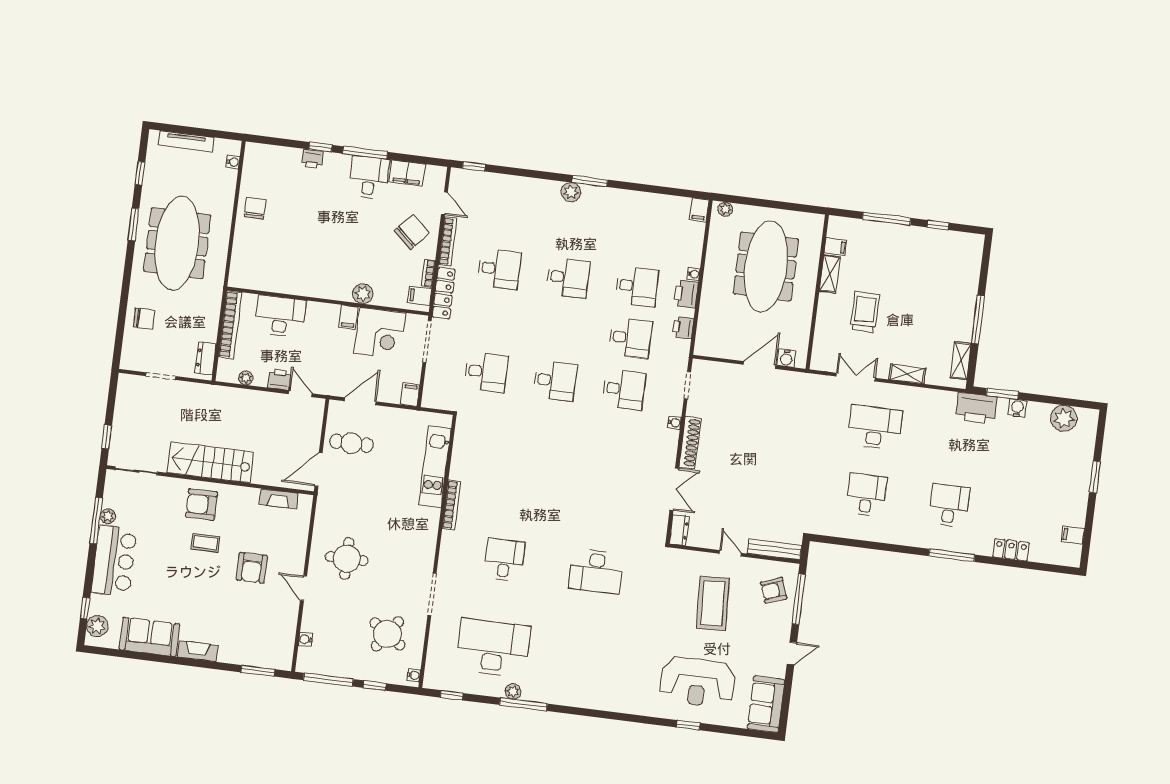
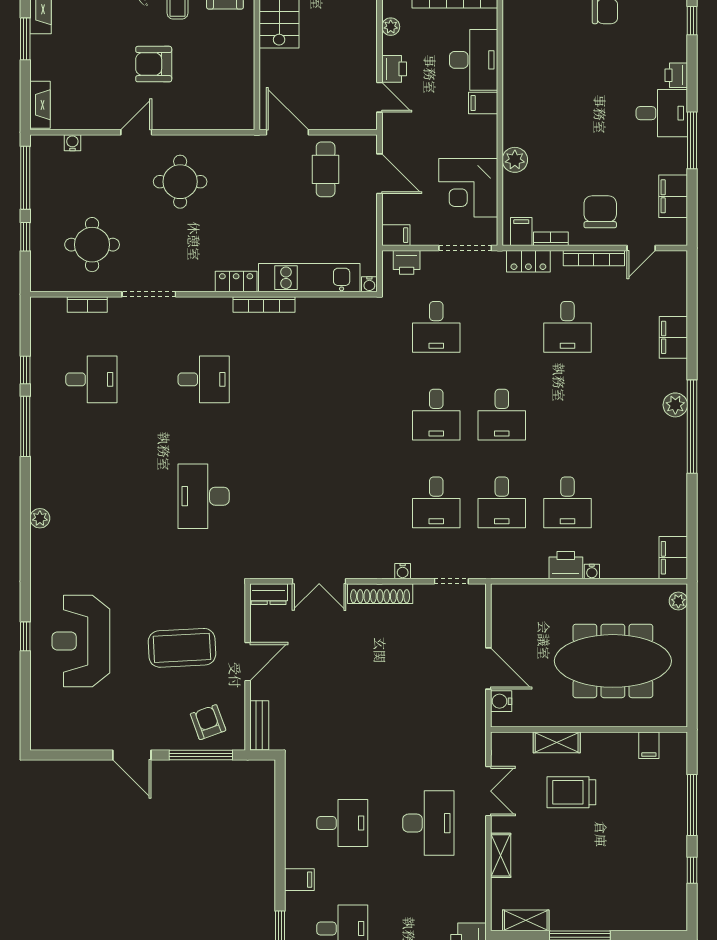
window: (320, 147) -> (692, 21), moved
window: (474, 166) -> (692, 279), removed
desk: (369, 177) -> (662, 113), moved
window: (590, 181) -> (692, 427), width x2.11
filing cabinet: (518, 187) -> (673, 337), added
filing cabinet: (699, 210) -> (673, 558), width x2.00
chair: (412, 232) -> (600, 212), turned -132
shelving: (830, 274) -> (557, 742), moved
desk: (568, 278) -> (502, 415), moved
locker: (444, 293) -> (528, 261), width x0.66
trolley: (865, 312) -> (571, 792), turned 180
filing cabinet: (349, 317) -> (483, 103), moved
printer: (683, 327) -> (407, 262), moved, turned 180
door: (300, 394) -> (380, 97), hinge flipped
fireplace: (279, 499) -> (40, 105), moved, turned 180
locker: (431, 525) -> (236, 281), added
filing cabinet: (906, 534) -> (299, 880), added
bench: (774, 549) -> (259, 725), width x0.73
door: (730, 553) -> (248, 662), width x1.38
round table: (387, 634) -> (92, 245), turned -35
bookcase: (434, 644) -> (87, 304), added
desk: (493, 648) -> (91, 379), width x0.53, depth x0.77
door: (792, 653) -> (132, 755), width x1.38
window: (258, 671) -> (25, 39), moved
water cooler: (414, 675) -> (369, 284), moved
plant: (513, 691) -> (40, 518), moved
window: (452, 695) -> (25, 370), moved
sofa: (766, 704) -> (64, 731), removed

